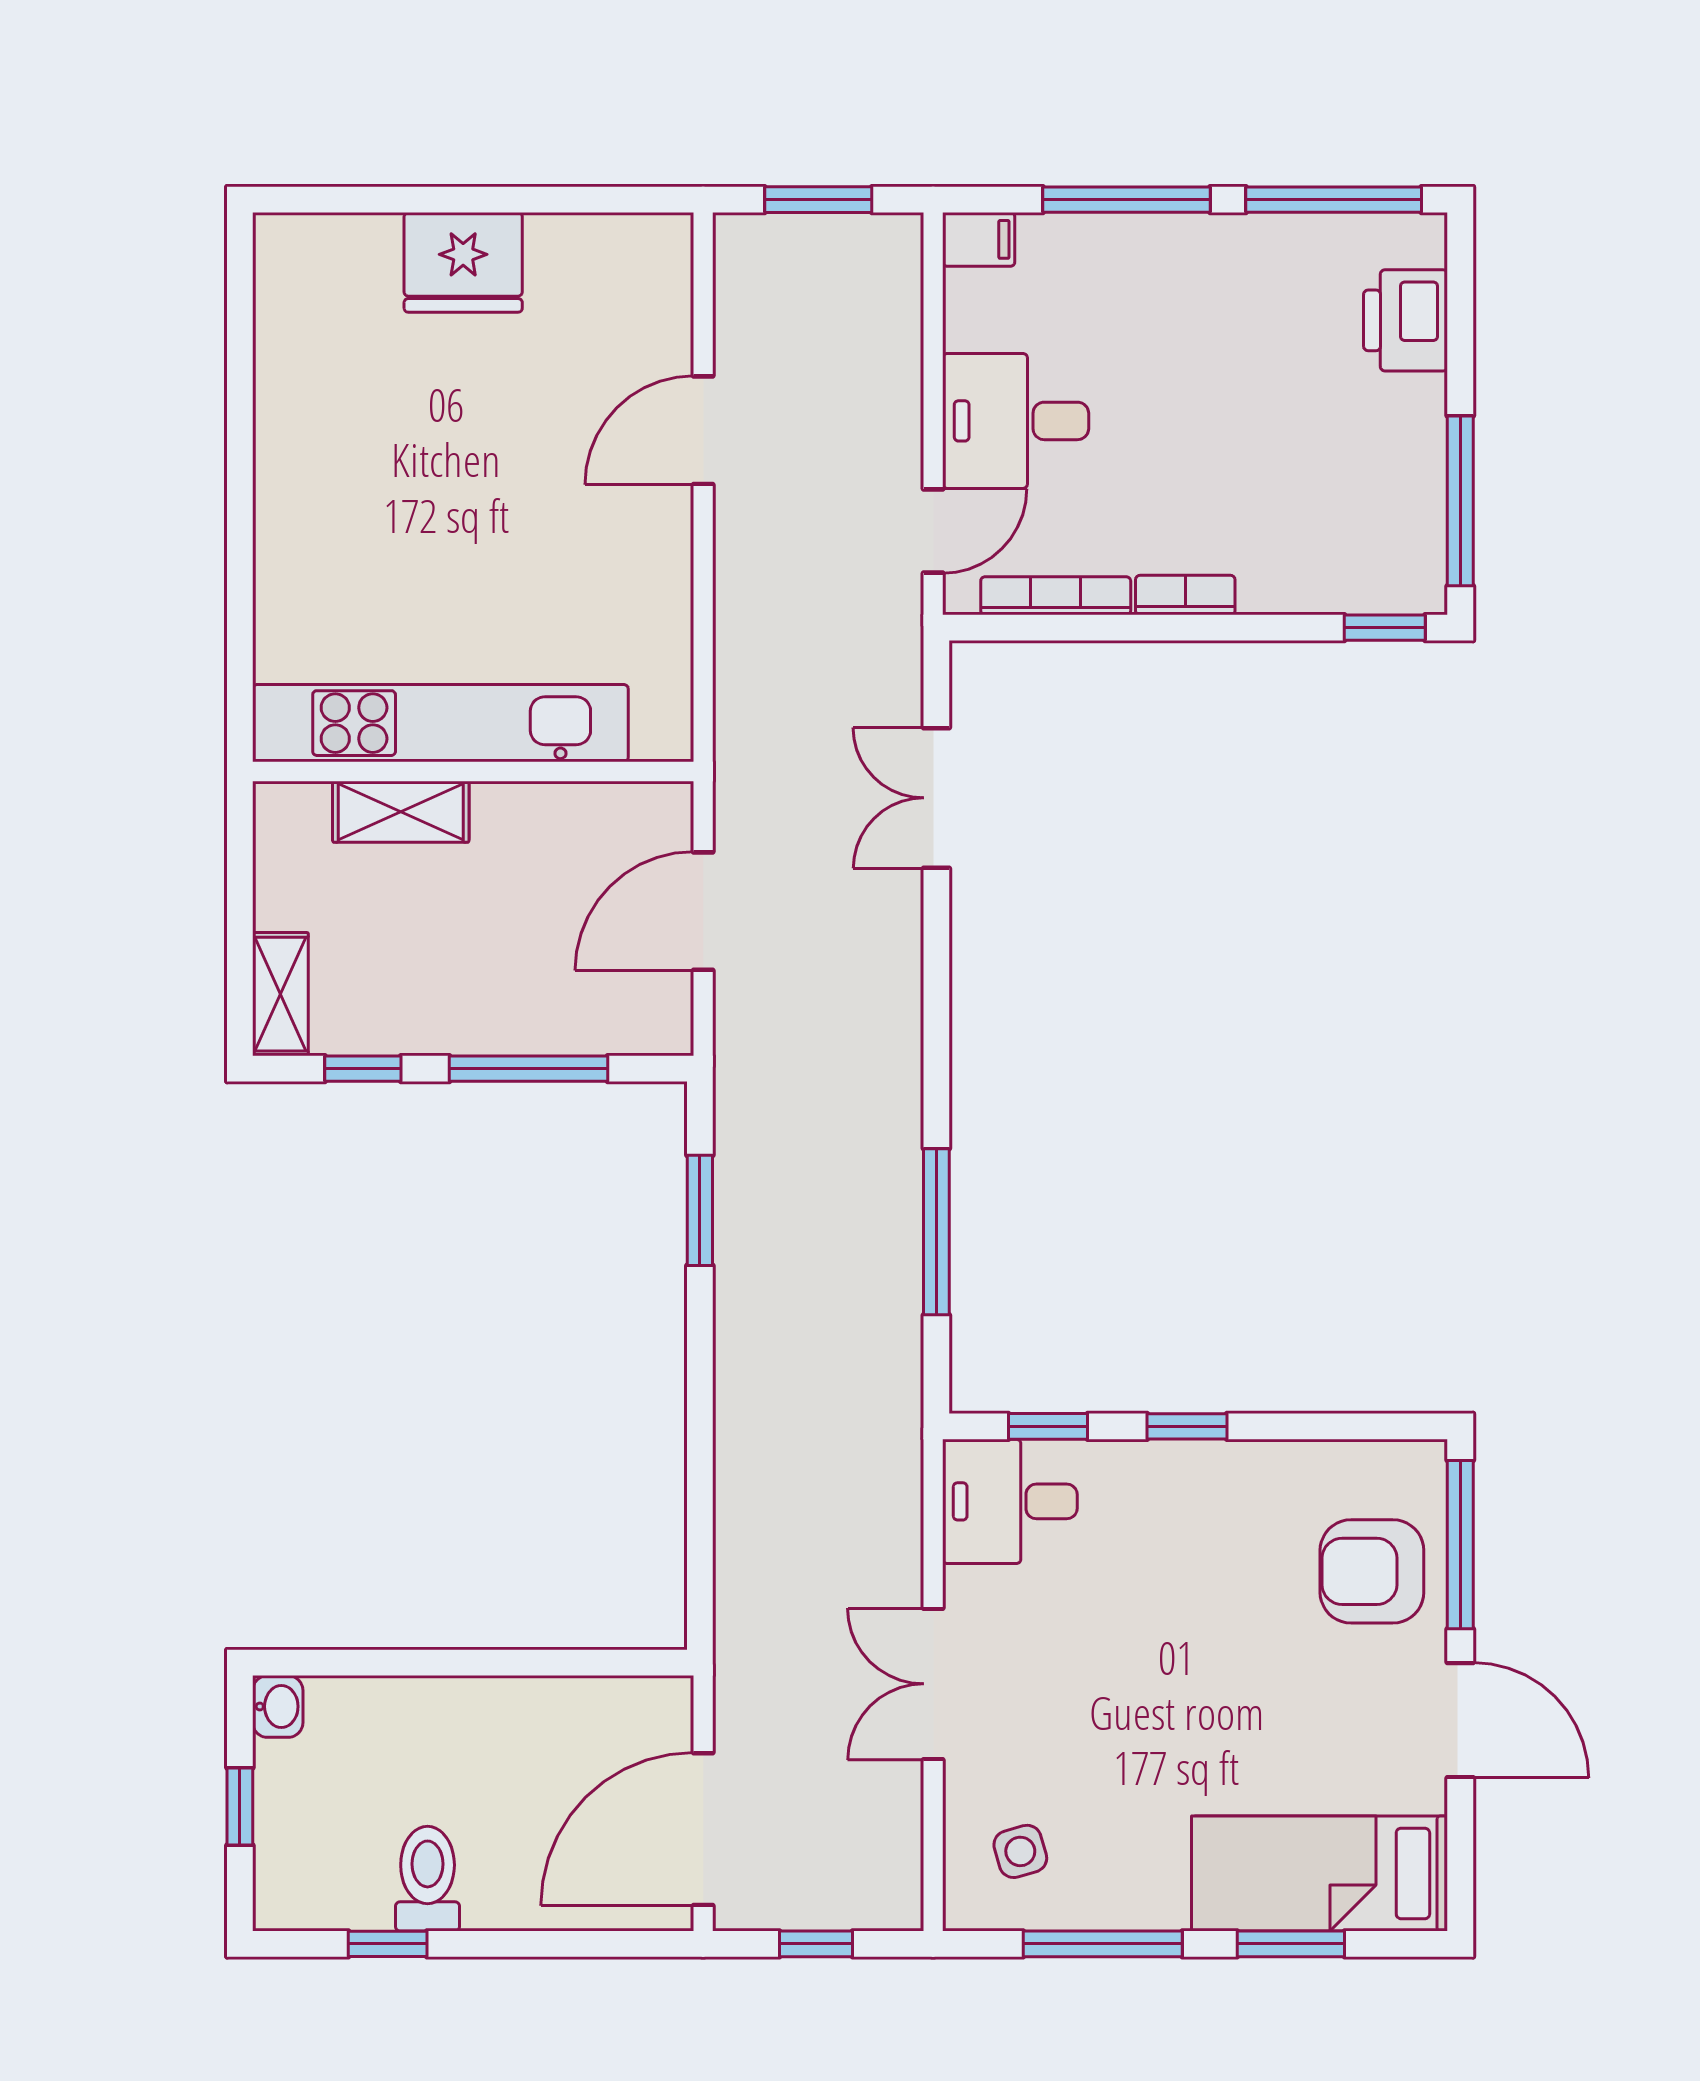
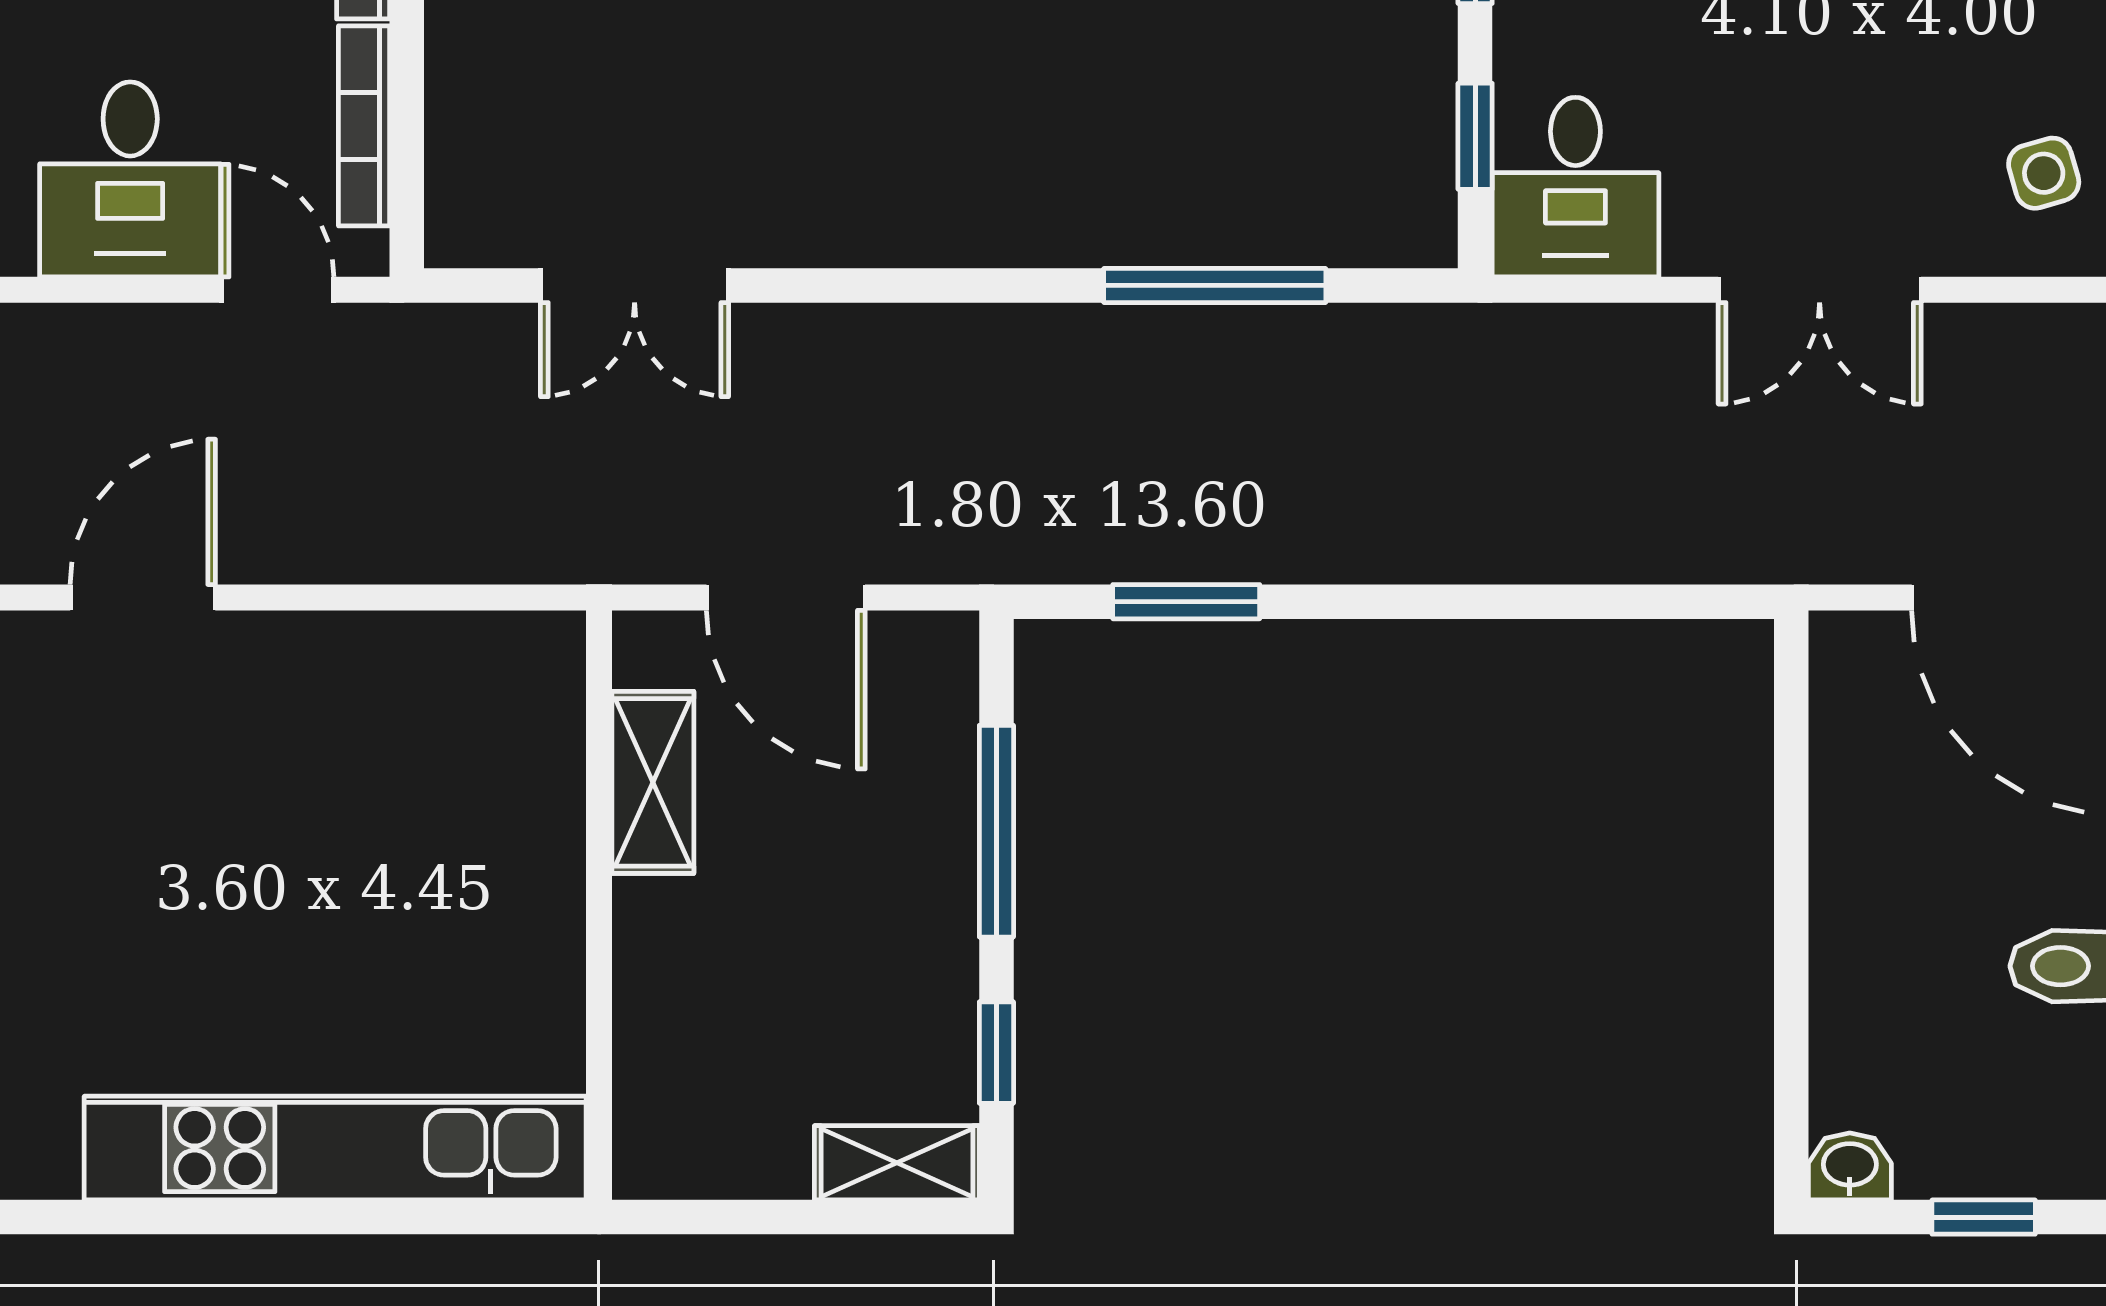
door: (703, 430) -> (143, 597), swing flipped
kitchen unit: (440, 723) -> (335, 1148), moved, turned 90
shelving: (401, 812) -> (653, 782), moved

